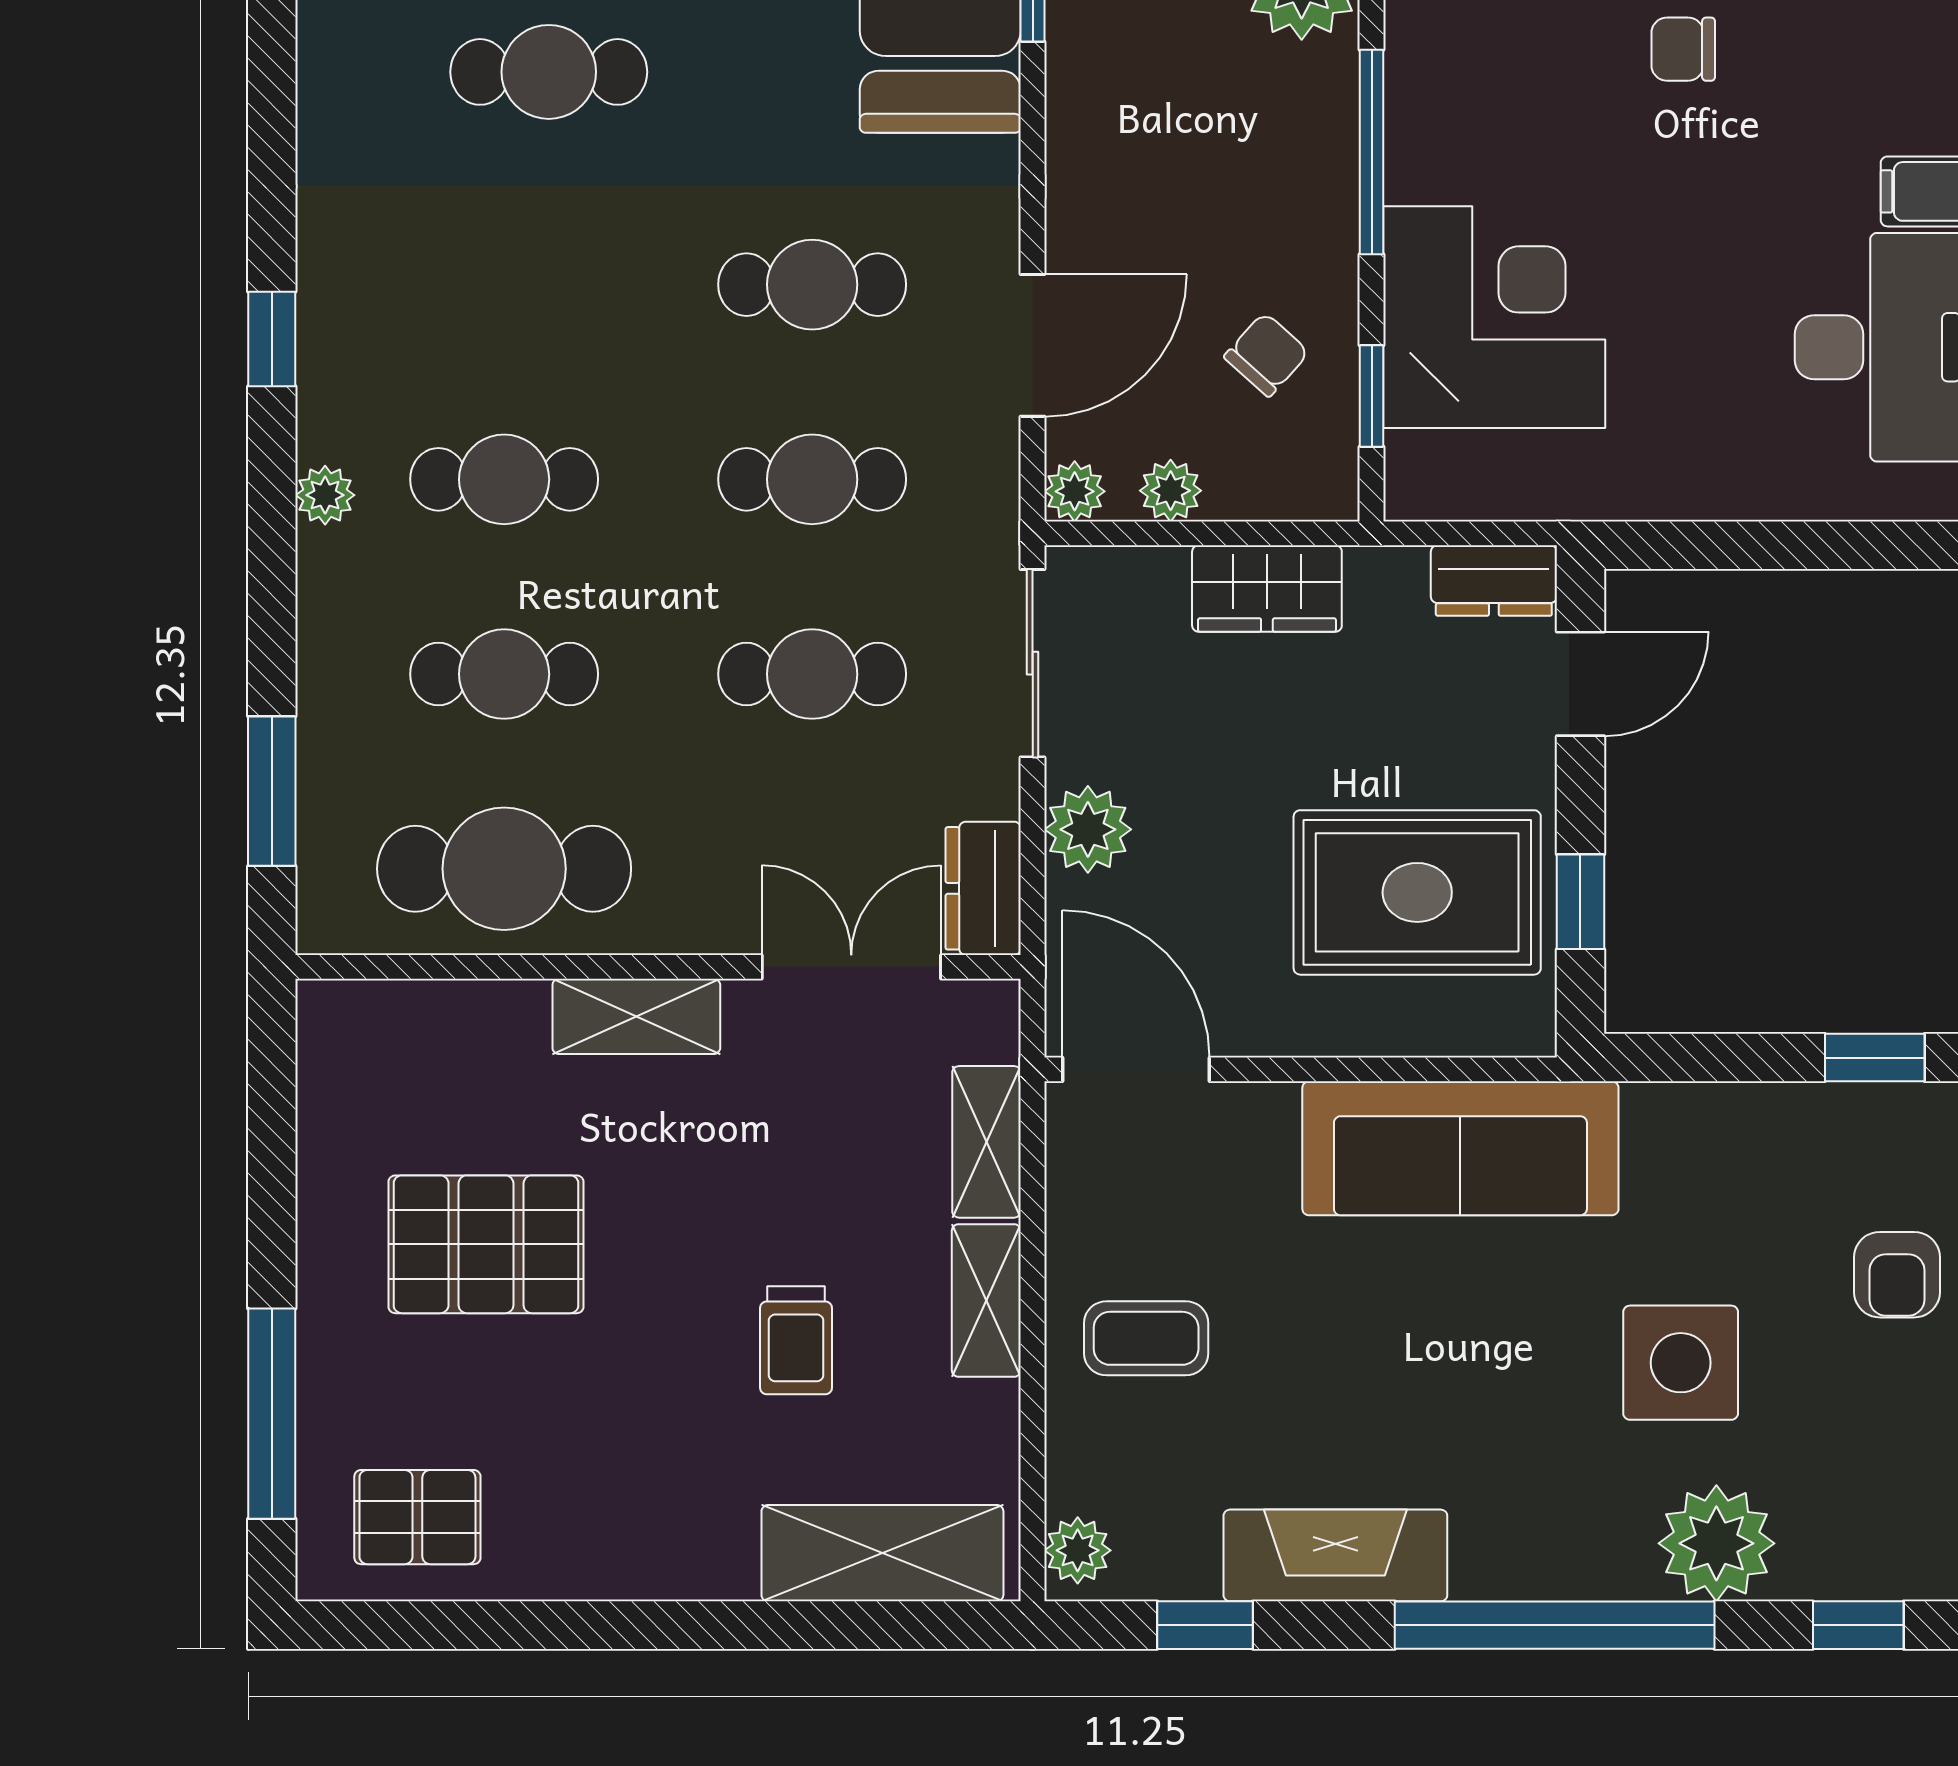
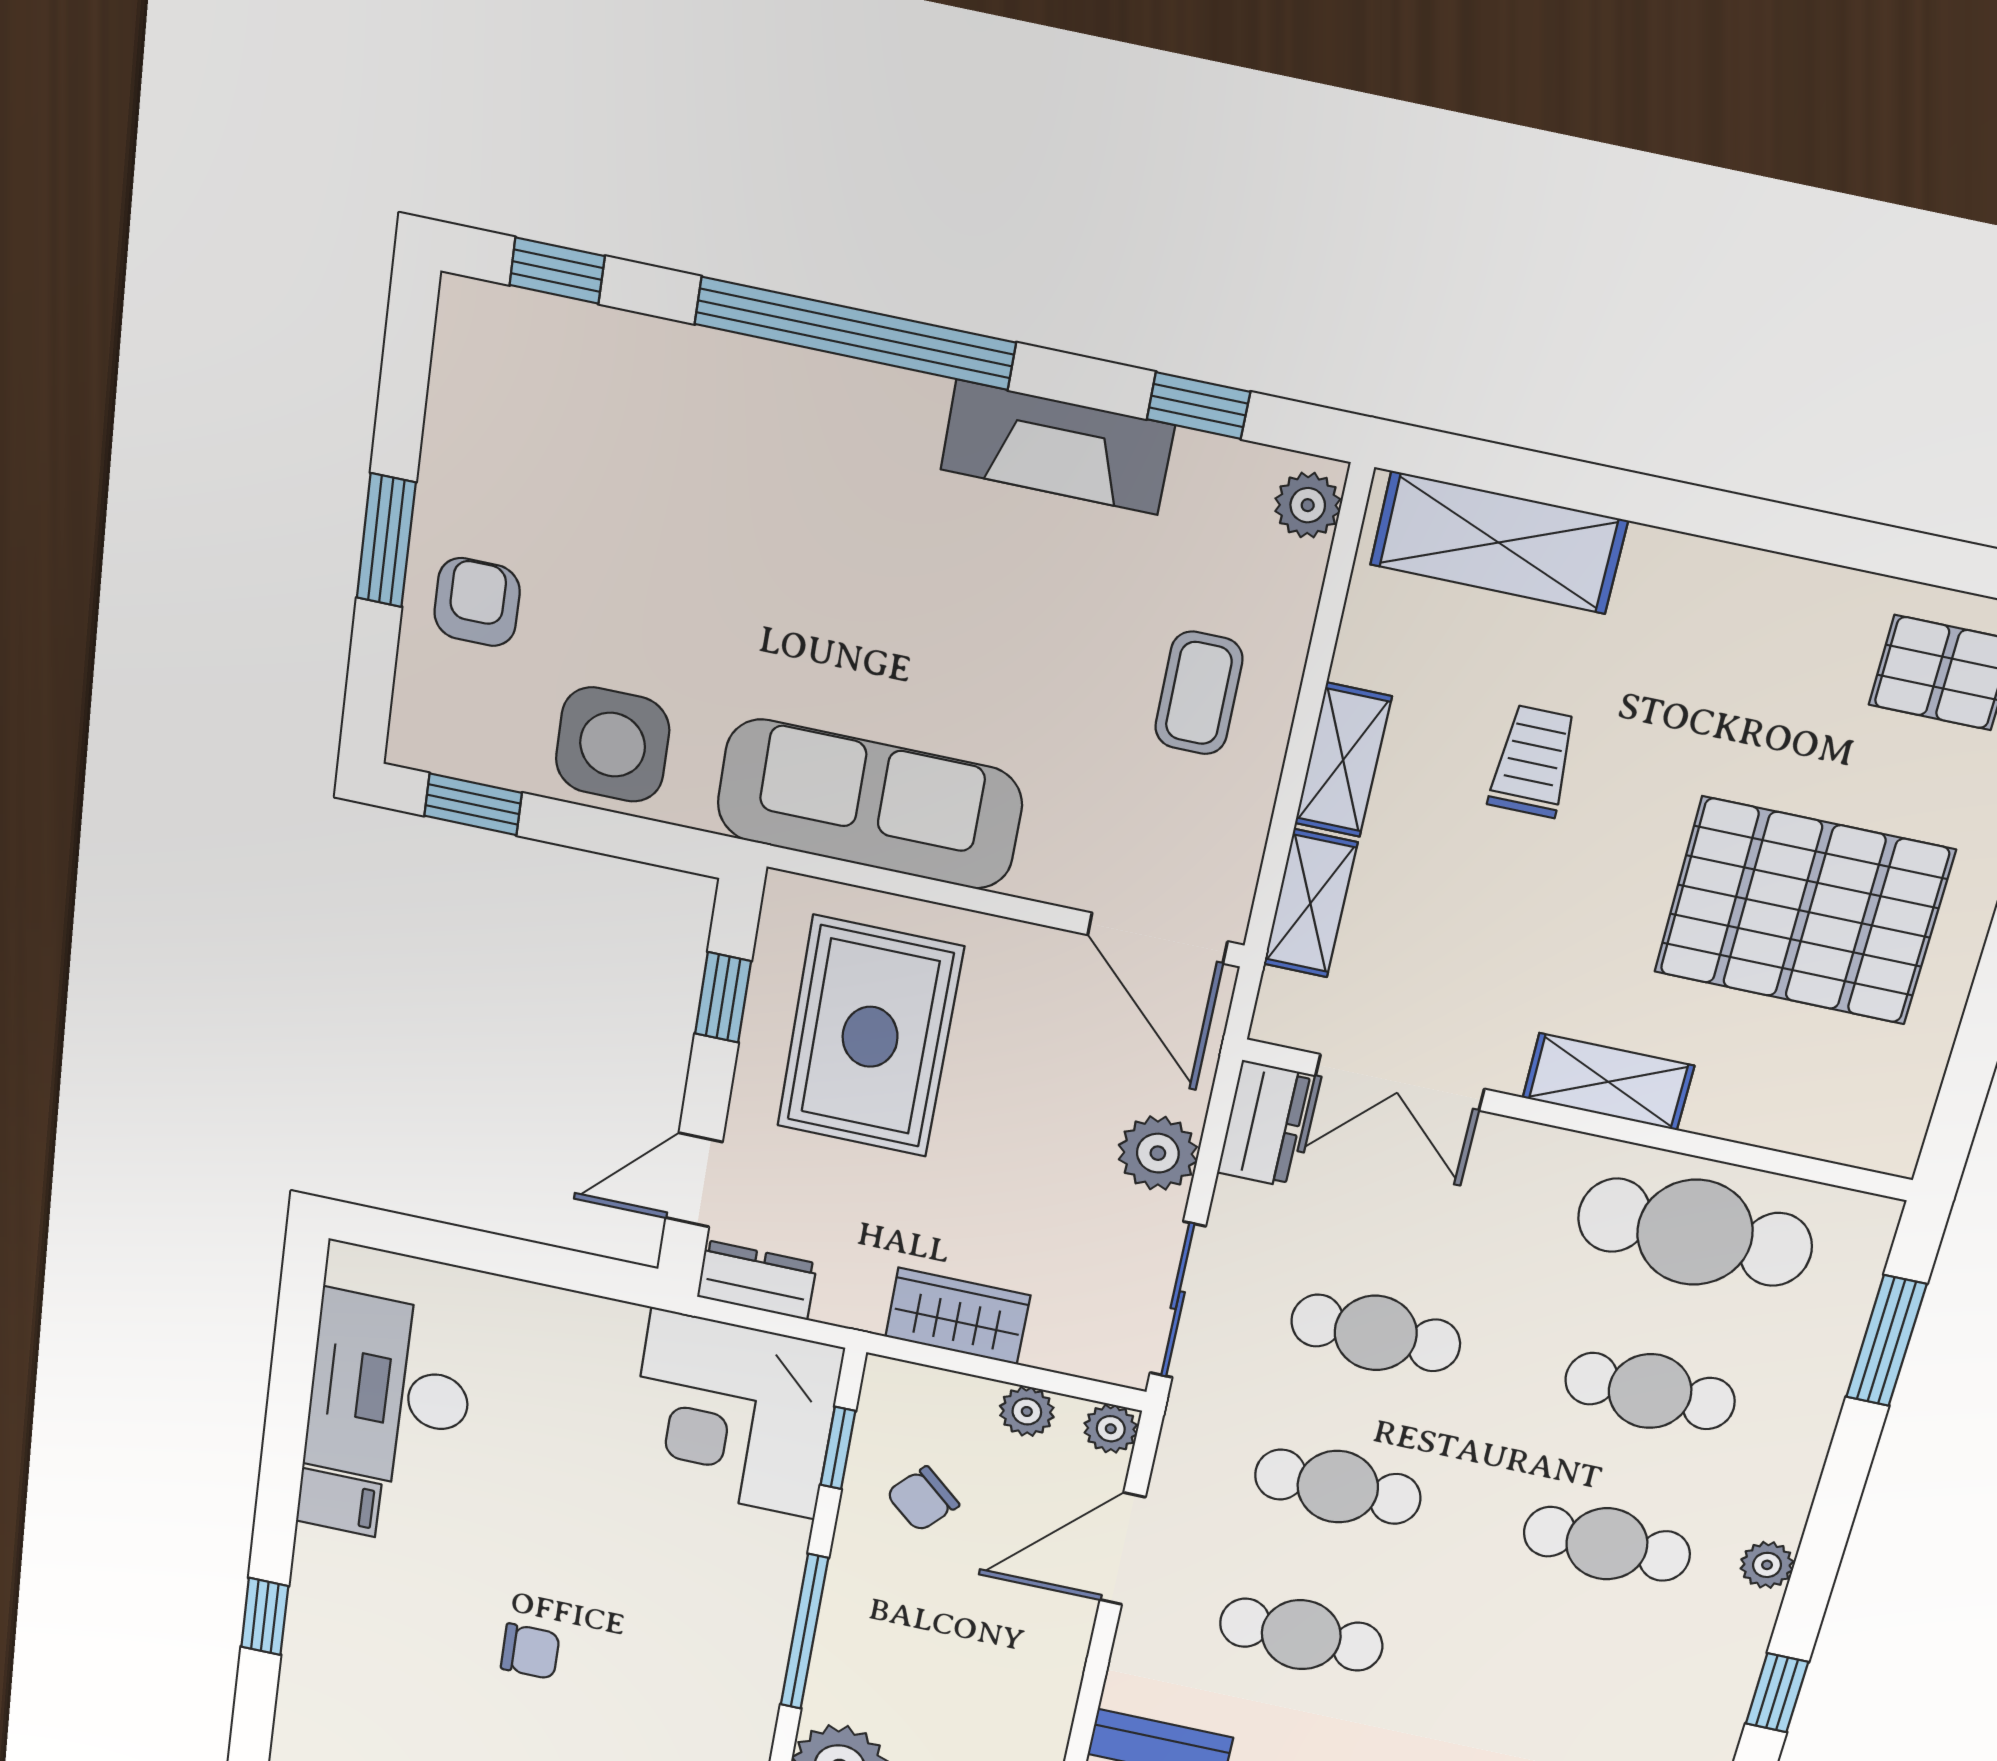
corner desk: (1494, 317) -> (734, 1414), moved
rug: (1417, 892) -> (870, 1037), turned 90
pallet: (486, 1244) -> (1804, 911), width x1.37, depth x1.41
coffee table: (1146, 1338) -> (1199, 693), turned 90
side table: (1681, 1363) -> (613, 745), moved
plant: (1716, 1543) -> (684, 381), removed

